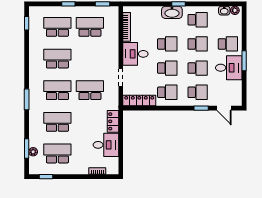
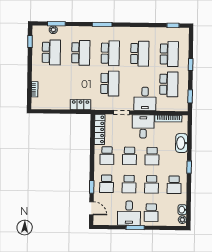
washbasin: (172, 12) -> (182, 143), moved
door: (224, 108) -> (91, 208), swing flipped
desk: (106, 145) -> (145, 99), moved

